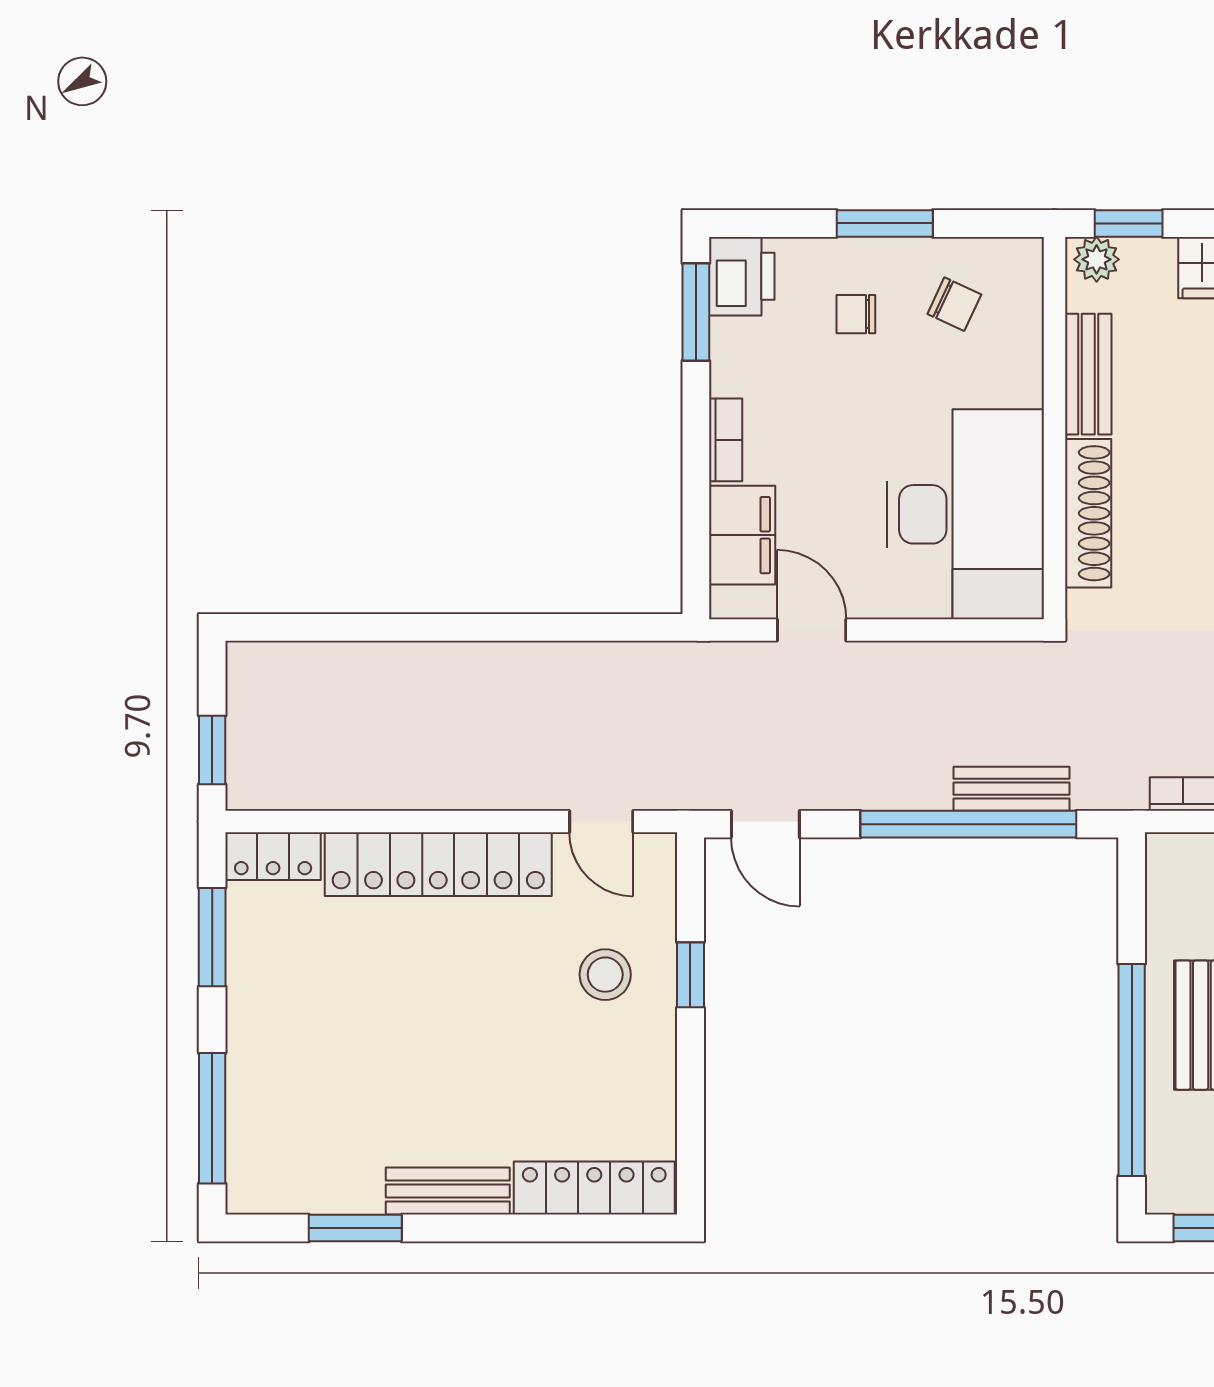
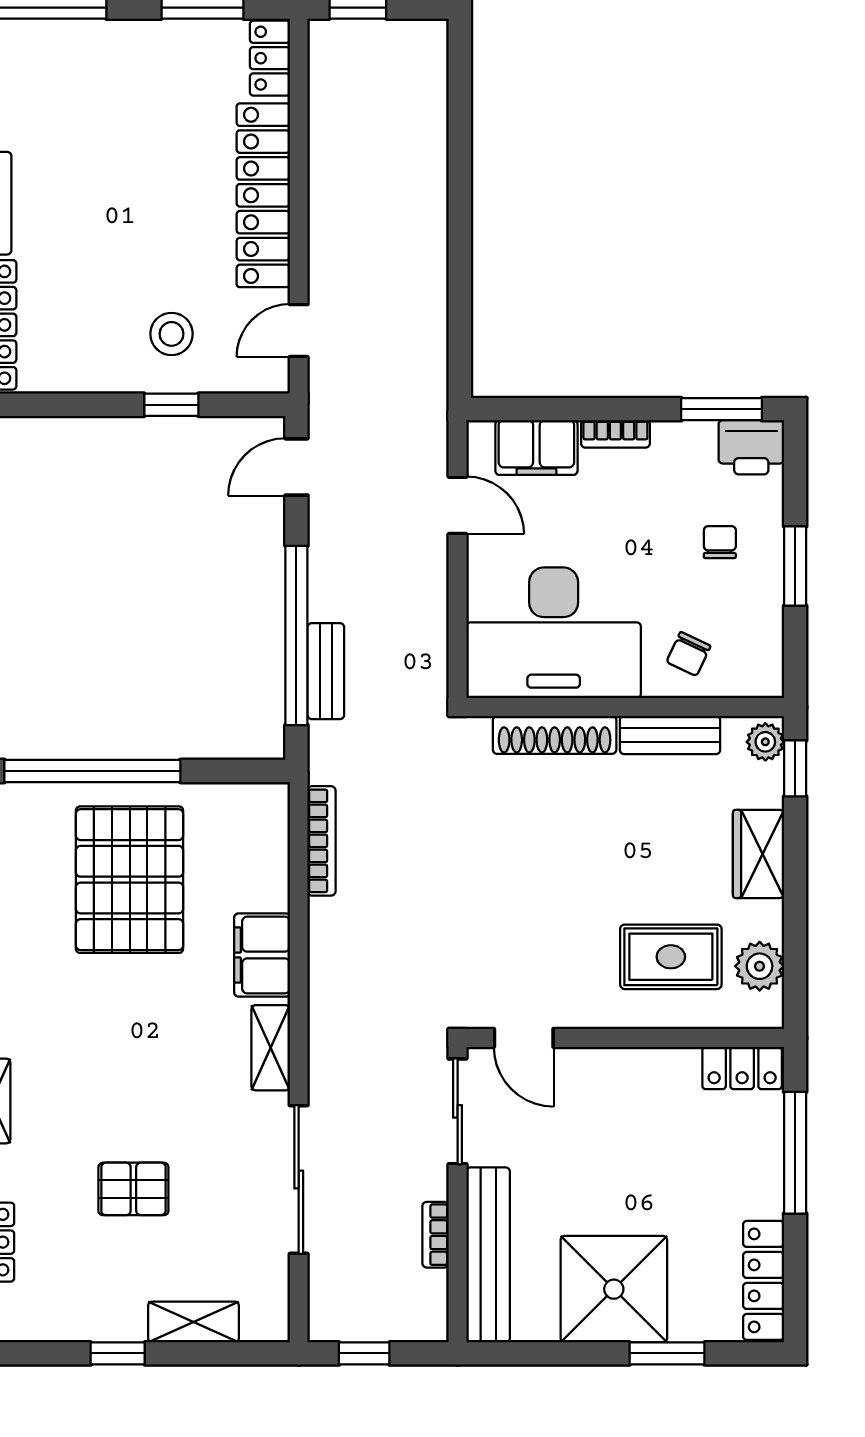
chair: (954, 304) -> (688, 654), moved
door: (812, 630) -> (458, 505), hinge flipped

